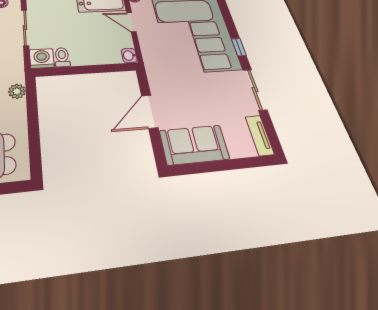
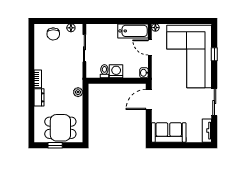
window: (239, 47) -> (214, 54), moved
washing machine: (42, 58) -> (116, 71), moved
door: (150, 112) -> (149, 99), moved

